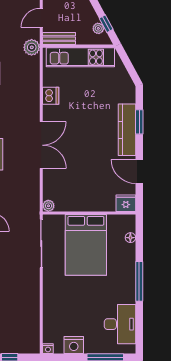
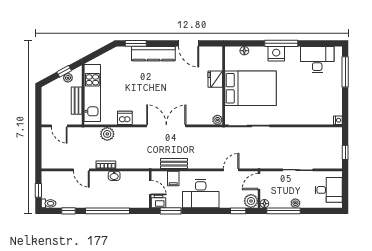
bench: (59, 39) -> (77, 101), moved
plant: (32, 47) -> (107, 134), moved
window: (139, 122) -> (136, 43), moved
door: (139, 171) -> (189, 43), hinge flipped
fridge: (126, 203) -> (215, 79), moved
nightstand: (74, 345) -> (276, 54), moved, turned -90

